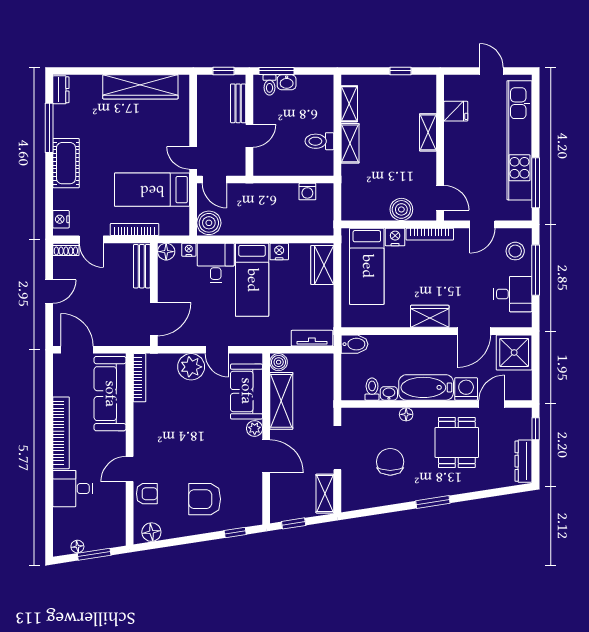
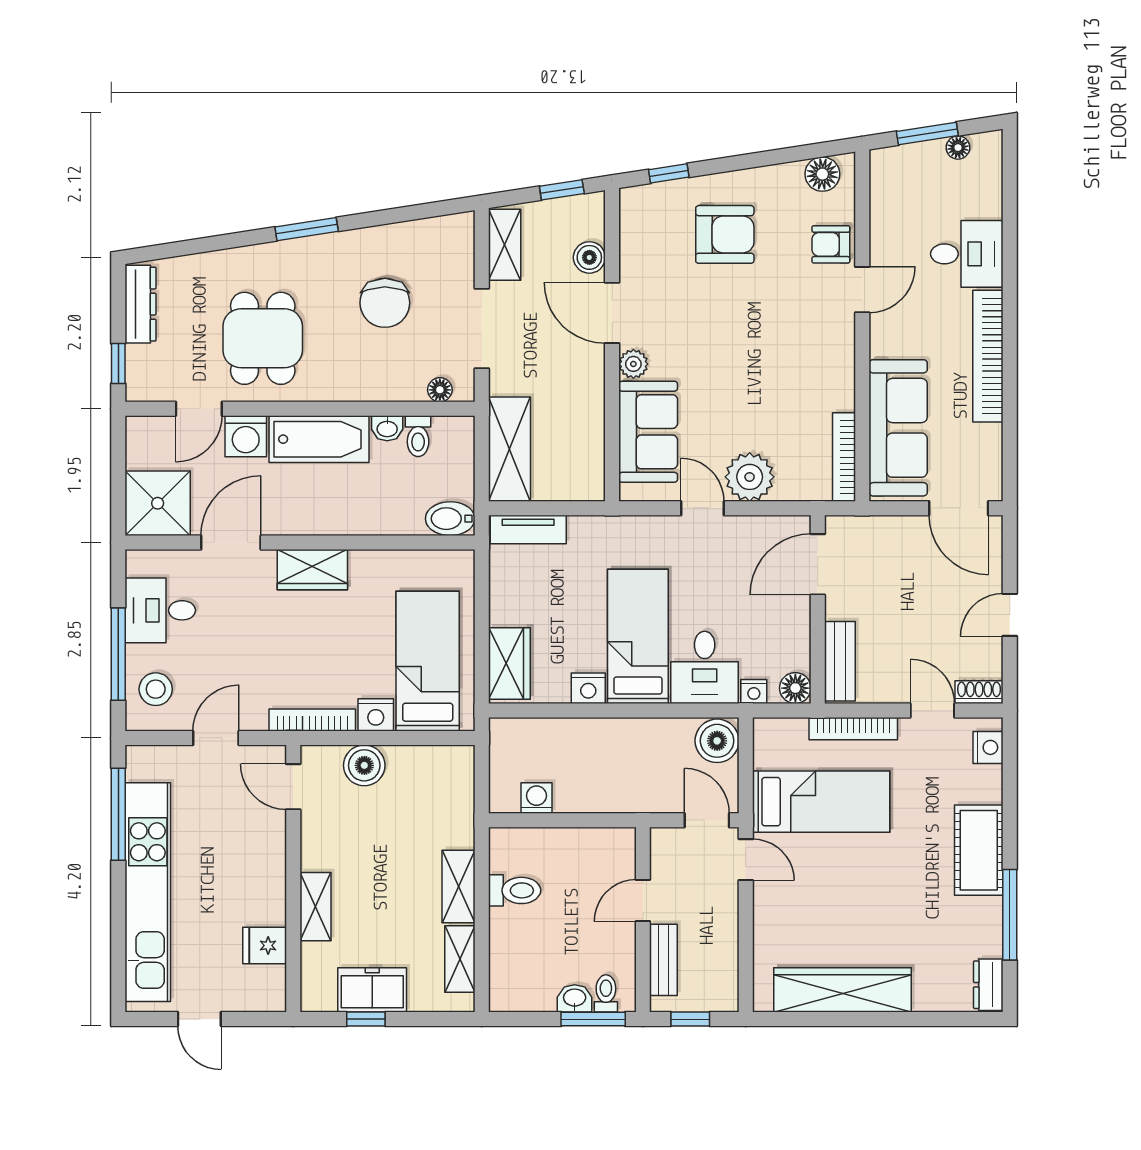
freezer: (397, 87) -> (372, 990), added
boiler: (279, 362) -> (589, 257), moved
shelving: (281, 401) -> (510, 449), moved
floor lamp: (406, 414) -> (440, 390), moved

